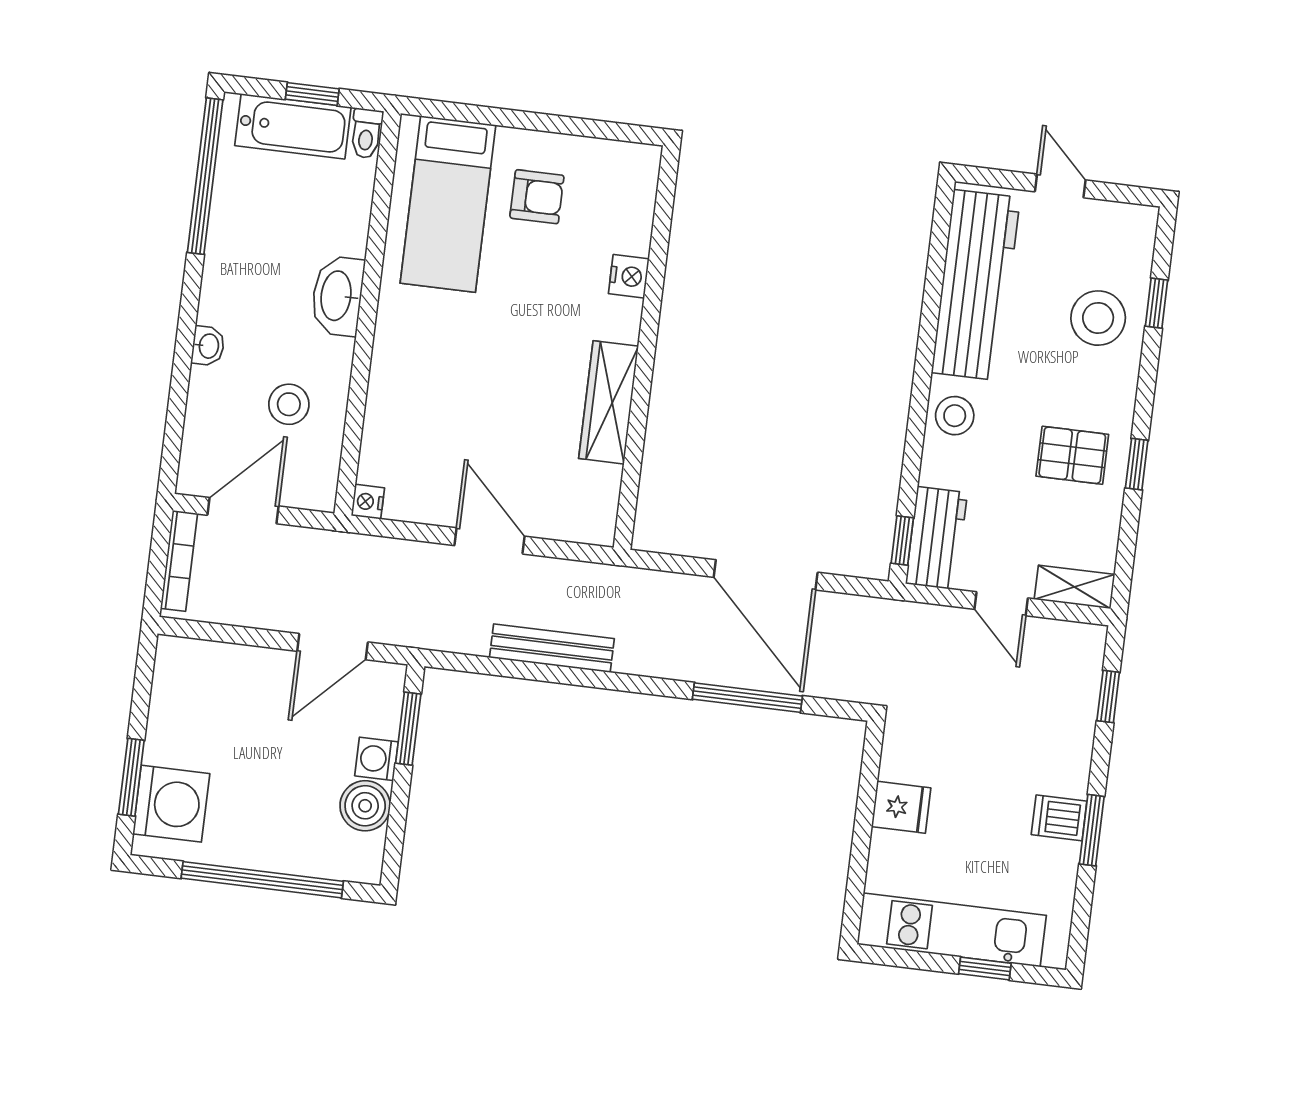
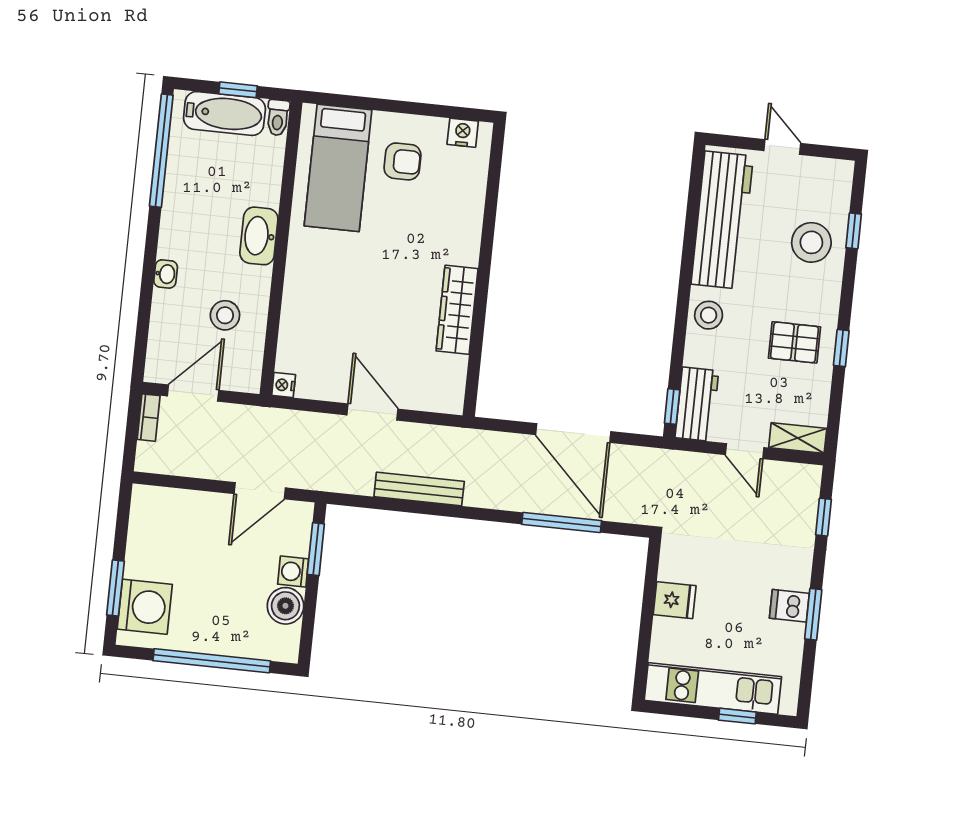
nightstand: (629, 276) -> (463, 133), moved, turned -90
bookcase: (179, 561) -> (149, 418), width x0.64

